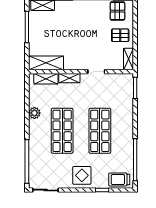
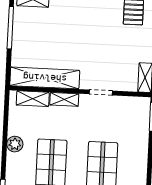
pallet: (120, 35) -> (136, 45), removed
shelving: (46, 63) -> (45, 78), width x1.47

